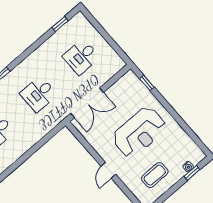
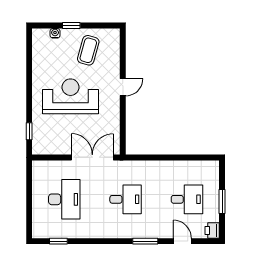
desk: (81, 57) -> (64, 199), width x1.37
window: (192, 173) -> (71, 26), moved
coffee table: (155, 175) -> (88, 50), turned -74

